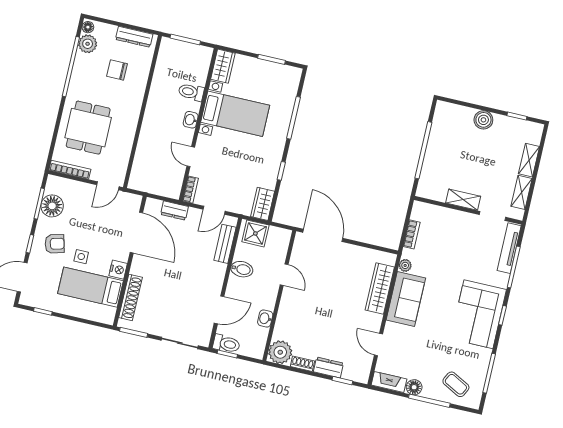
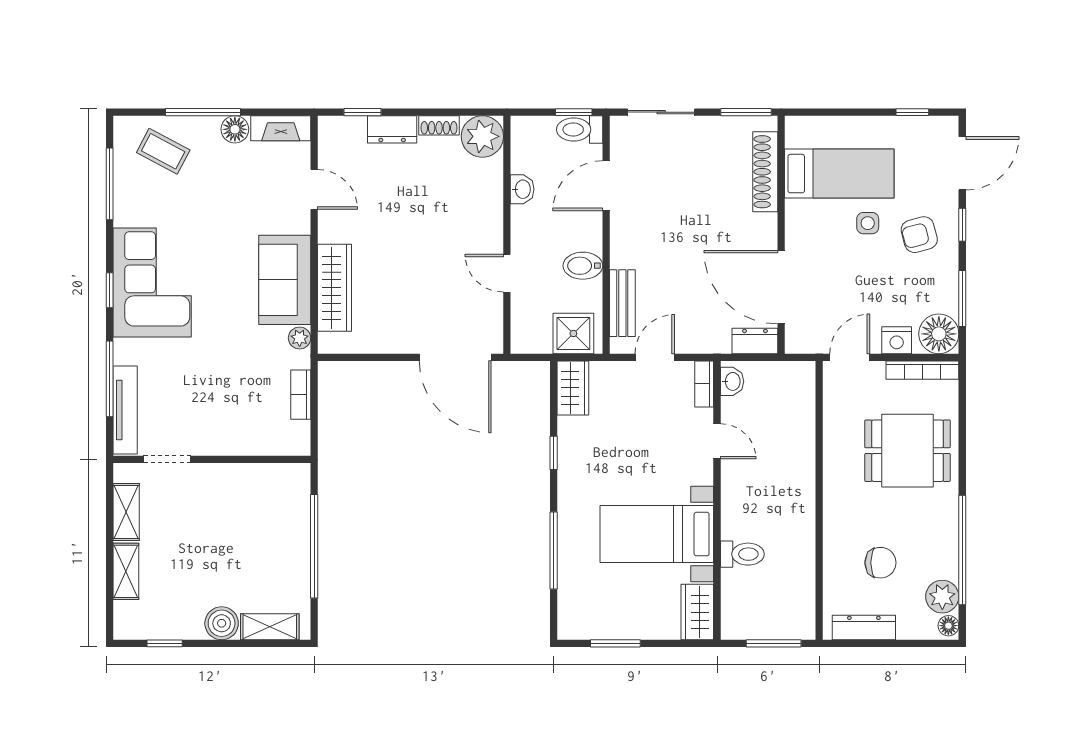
washbasin: (191, 120) -> (732, 381), moved
dining table: (88, 128) -> (908, 451), turned 90
shelving: (463, 200) -> (270, 627), moved
floor lamp: (52, 206) -> (939, 334), moved
dresser: (174, 210) -> (755, 341), moved
nightstand: (118, 270) -> (897, 340), moved, turned -90

